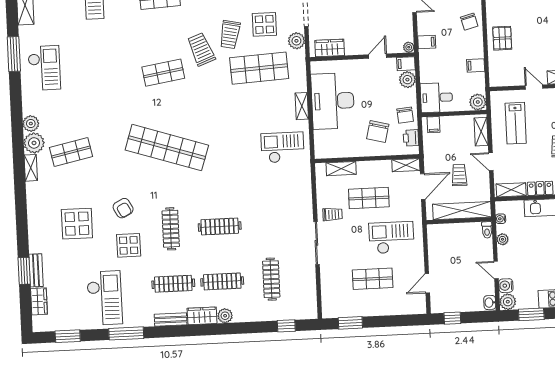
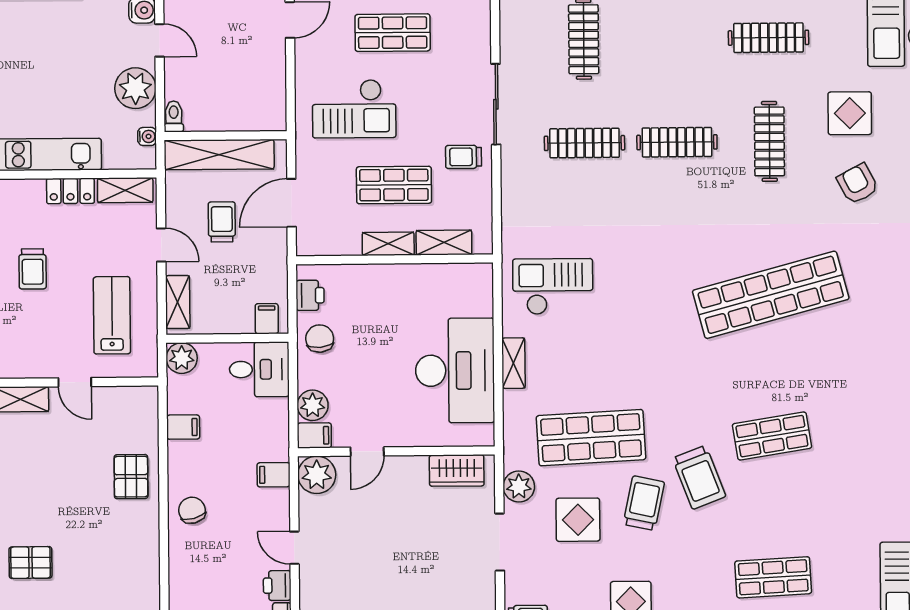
plant: (409, 47) -> (317, 475), width x1.87, depth x1.87
chair: (378, 132) -> (372, 310), removed
checkout: (283, 147) -> (553, 287), turned 180
shop shelf: (167, 148) -> (771, 295), turned -33
shelving: (406, 165) -> (388, 244), moved
trolley: (459, 175) -> (222, 222), turned 180
plant: (503, 239) -> (135, 88), width x1.88, depth x1.88
clothes rail: (222, 281) -> (585, 143), moved

